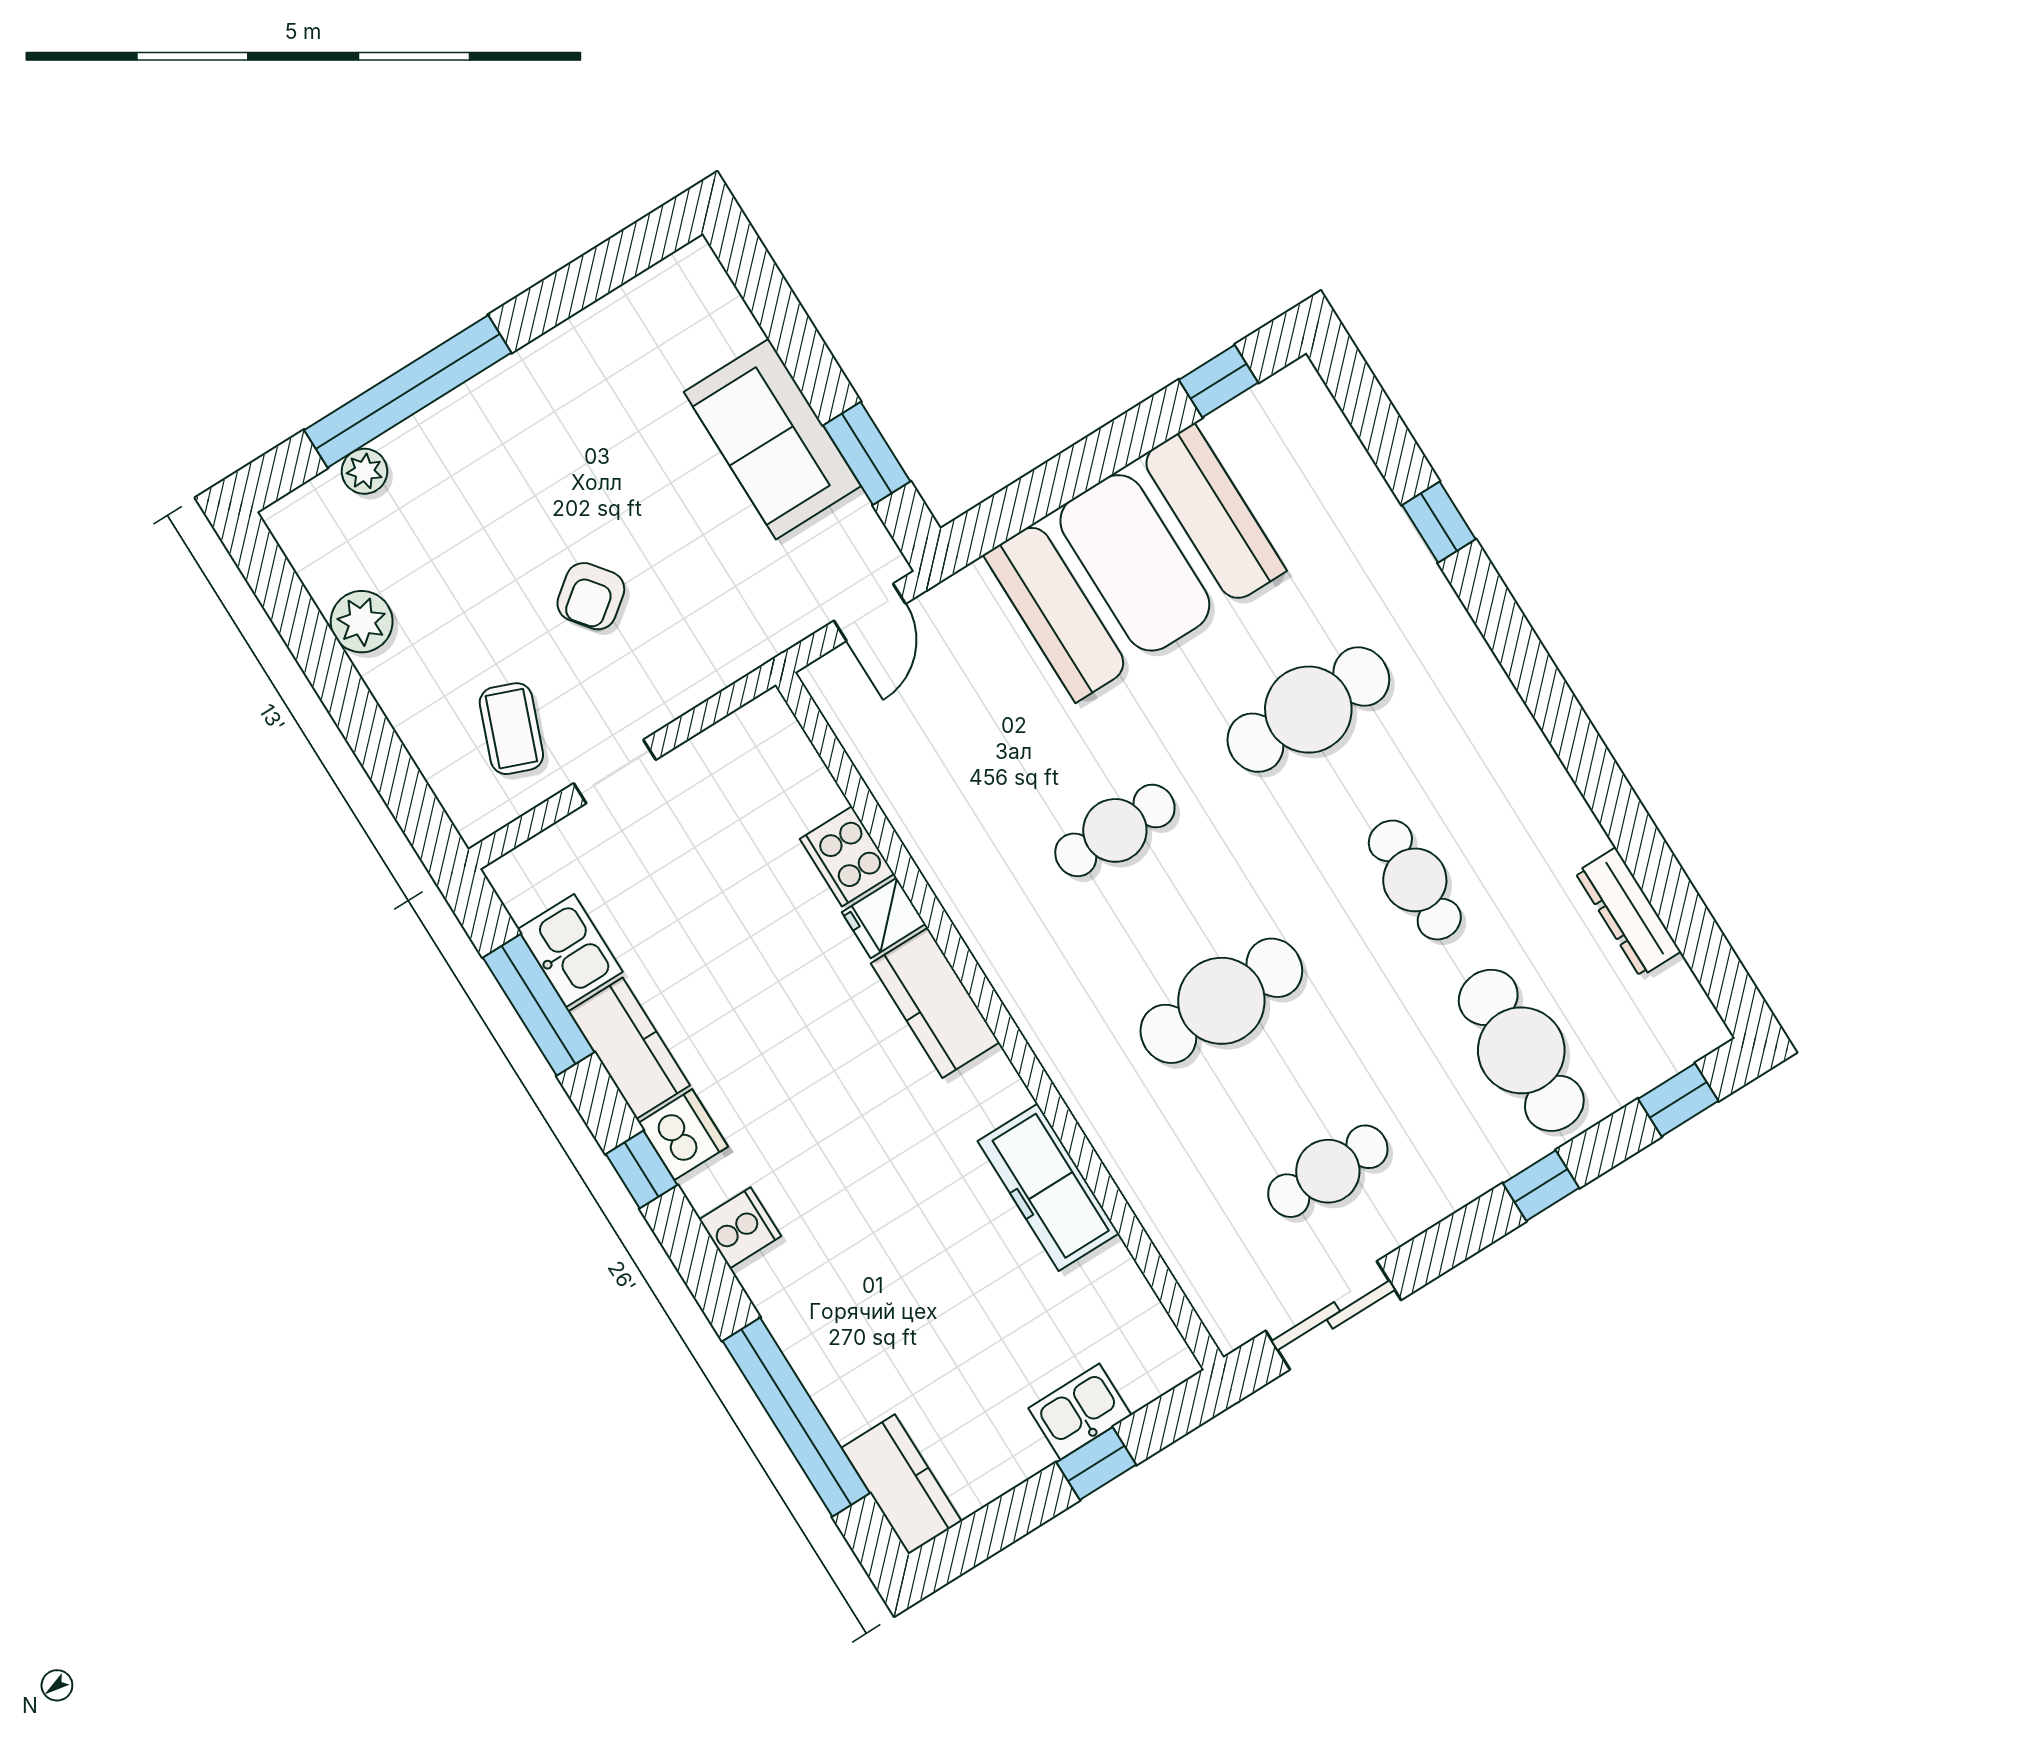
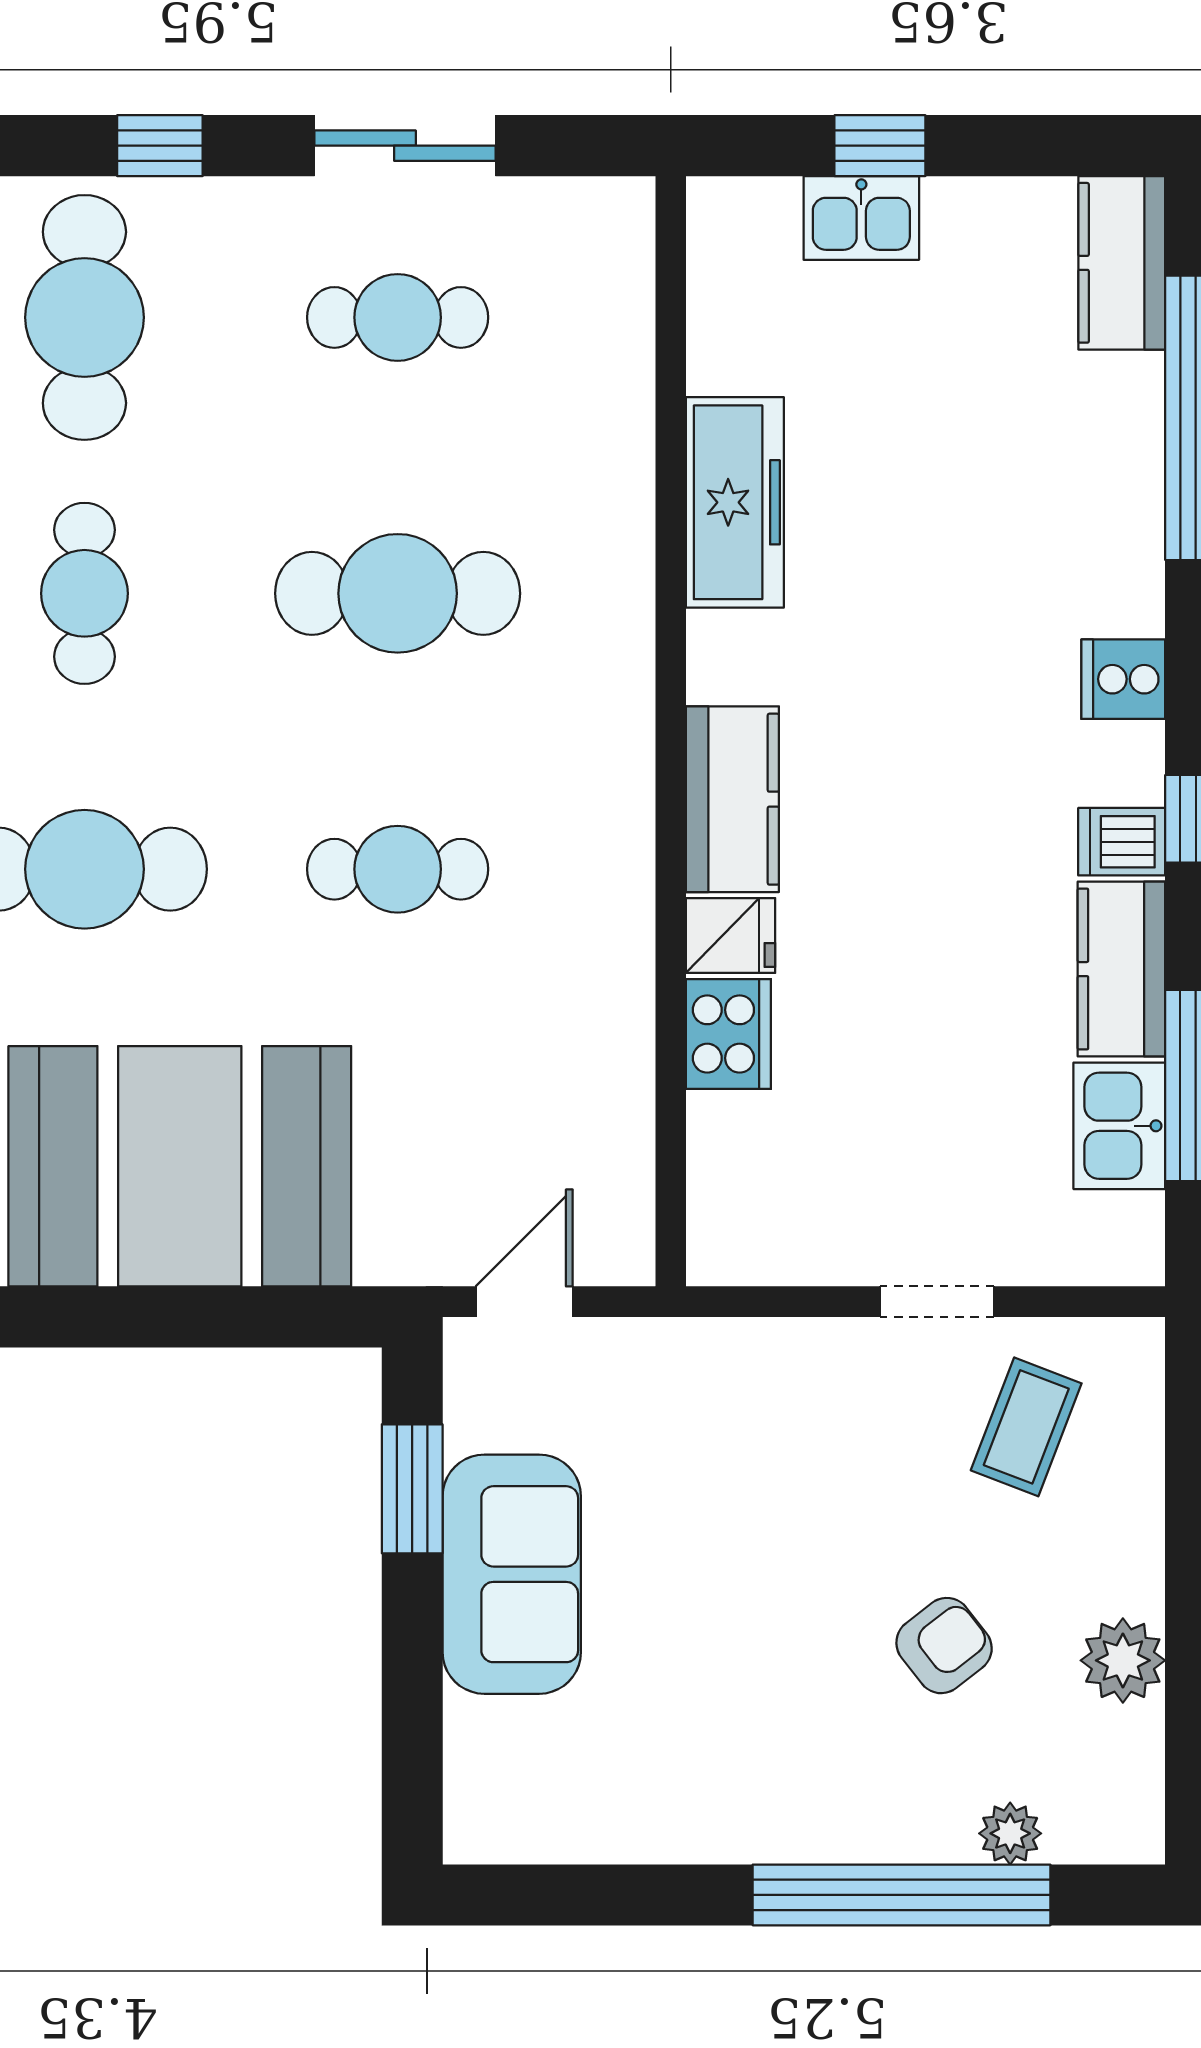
armchair: (591, 596) -> (944, 1646), moved
dishwasher: (683, 1135) -> (1122, 842), width x0.73
sliding door: (1333, 1315) -> (405, 146), moved

